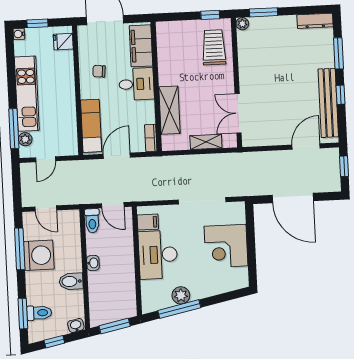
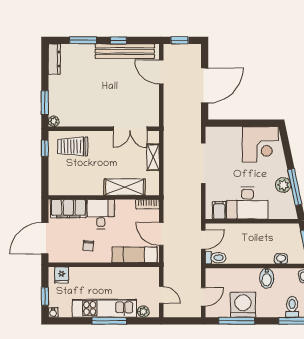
window: (14, 129) -> (109, 321), moved
corner desk: (226, 246) -> (260, 144), moved
washbasin: (93, 263) -> (281, 259), moved

